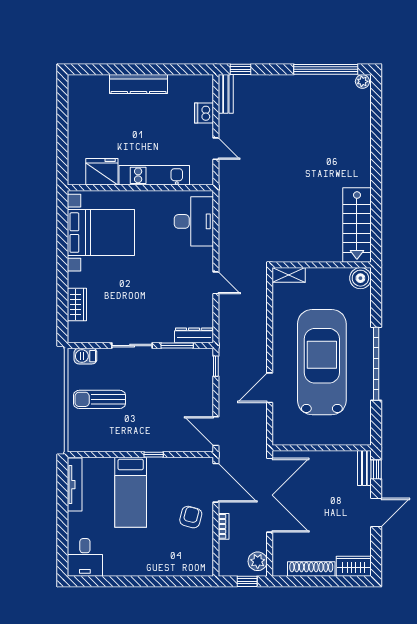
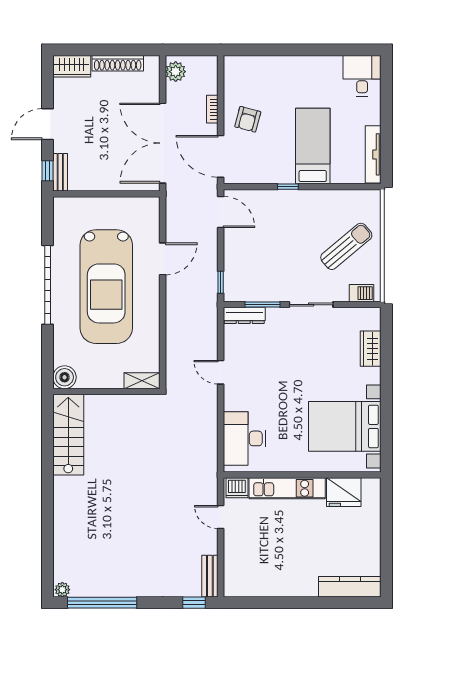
kitchen counter: (138, 84) -> (350, 587), moved
dishwasher: (204, 113) -> (237, 488), moved, turned 90
sun lounger: (99, 399) -> (346, 246), turned -40
window: (247, 581) -> (187, 50), removed

